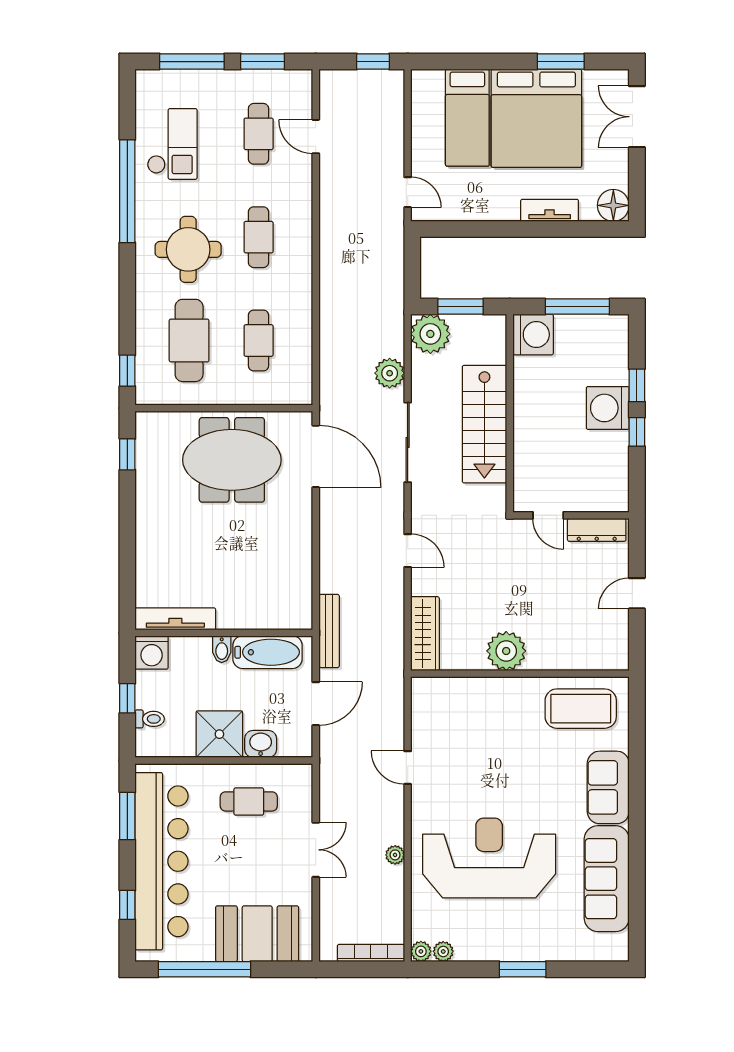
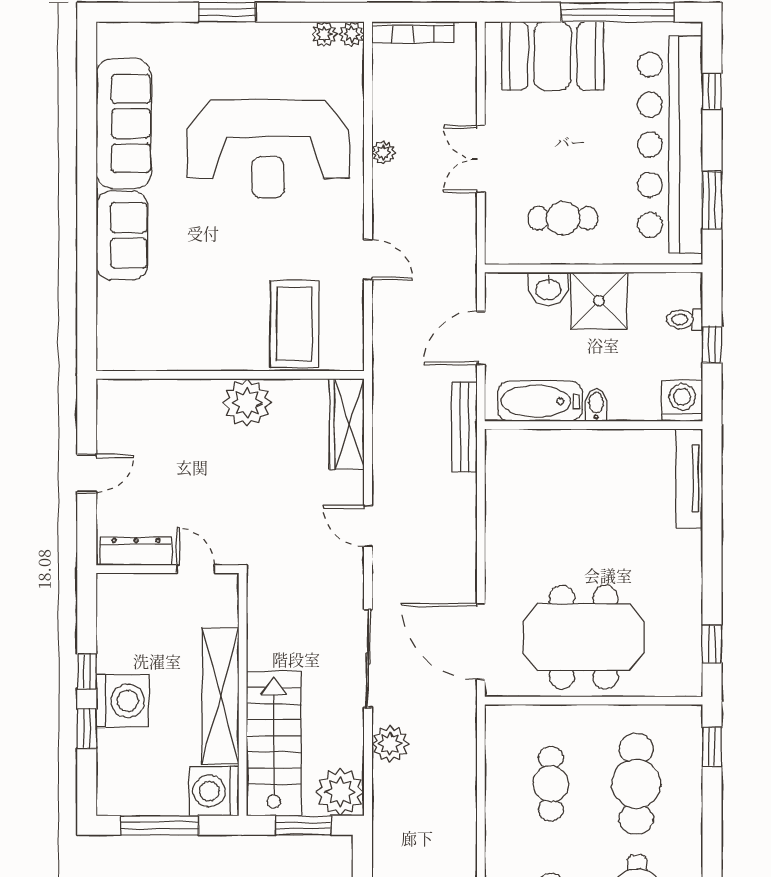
shelving: (528, 412) -> (220, 696), added
stairs: (484, 424) -> (274, 744), moved
tv unit: (175, 619) -> (689, 478), moved, turned 90
coffee table: (581, 709) -> (294, 324), moved, turned 90

